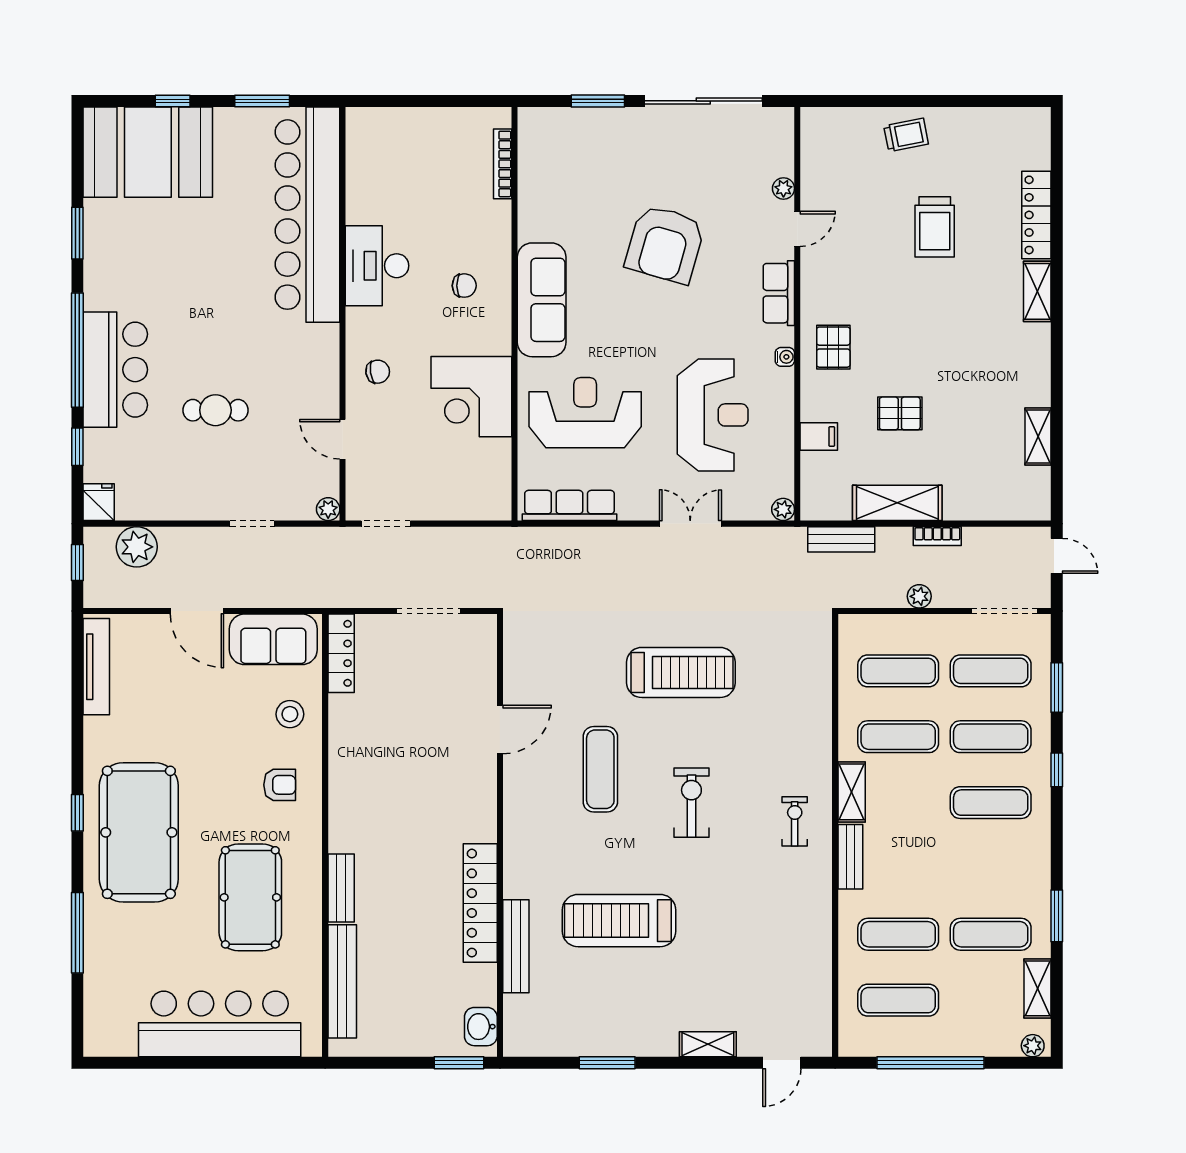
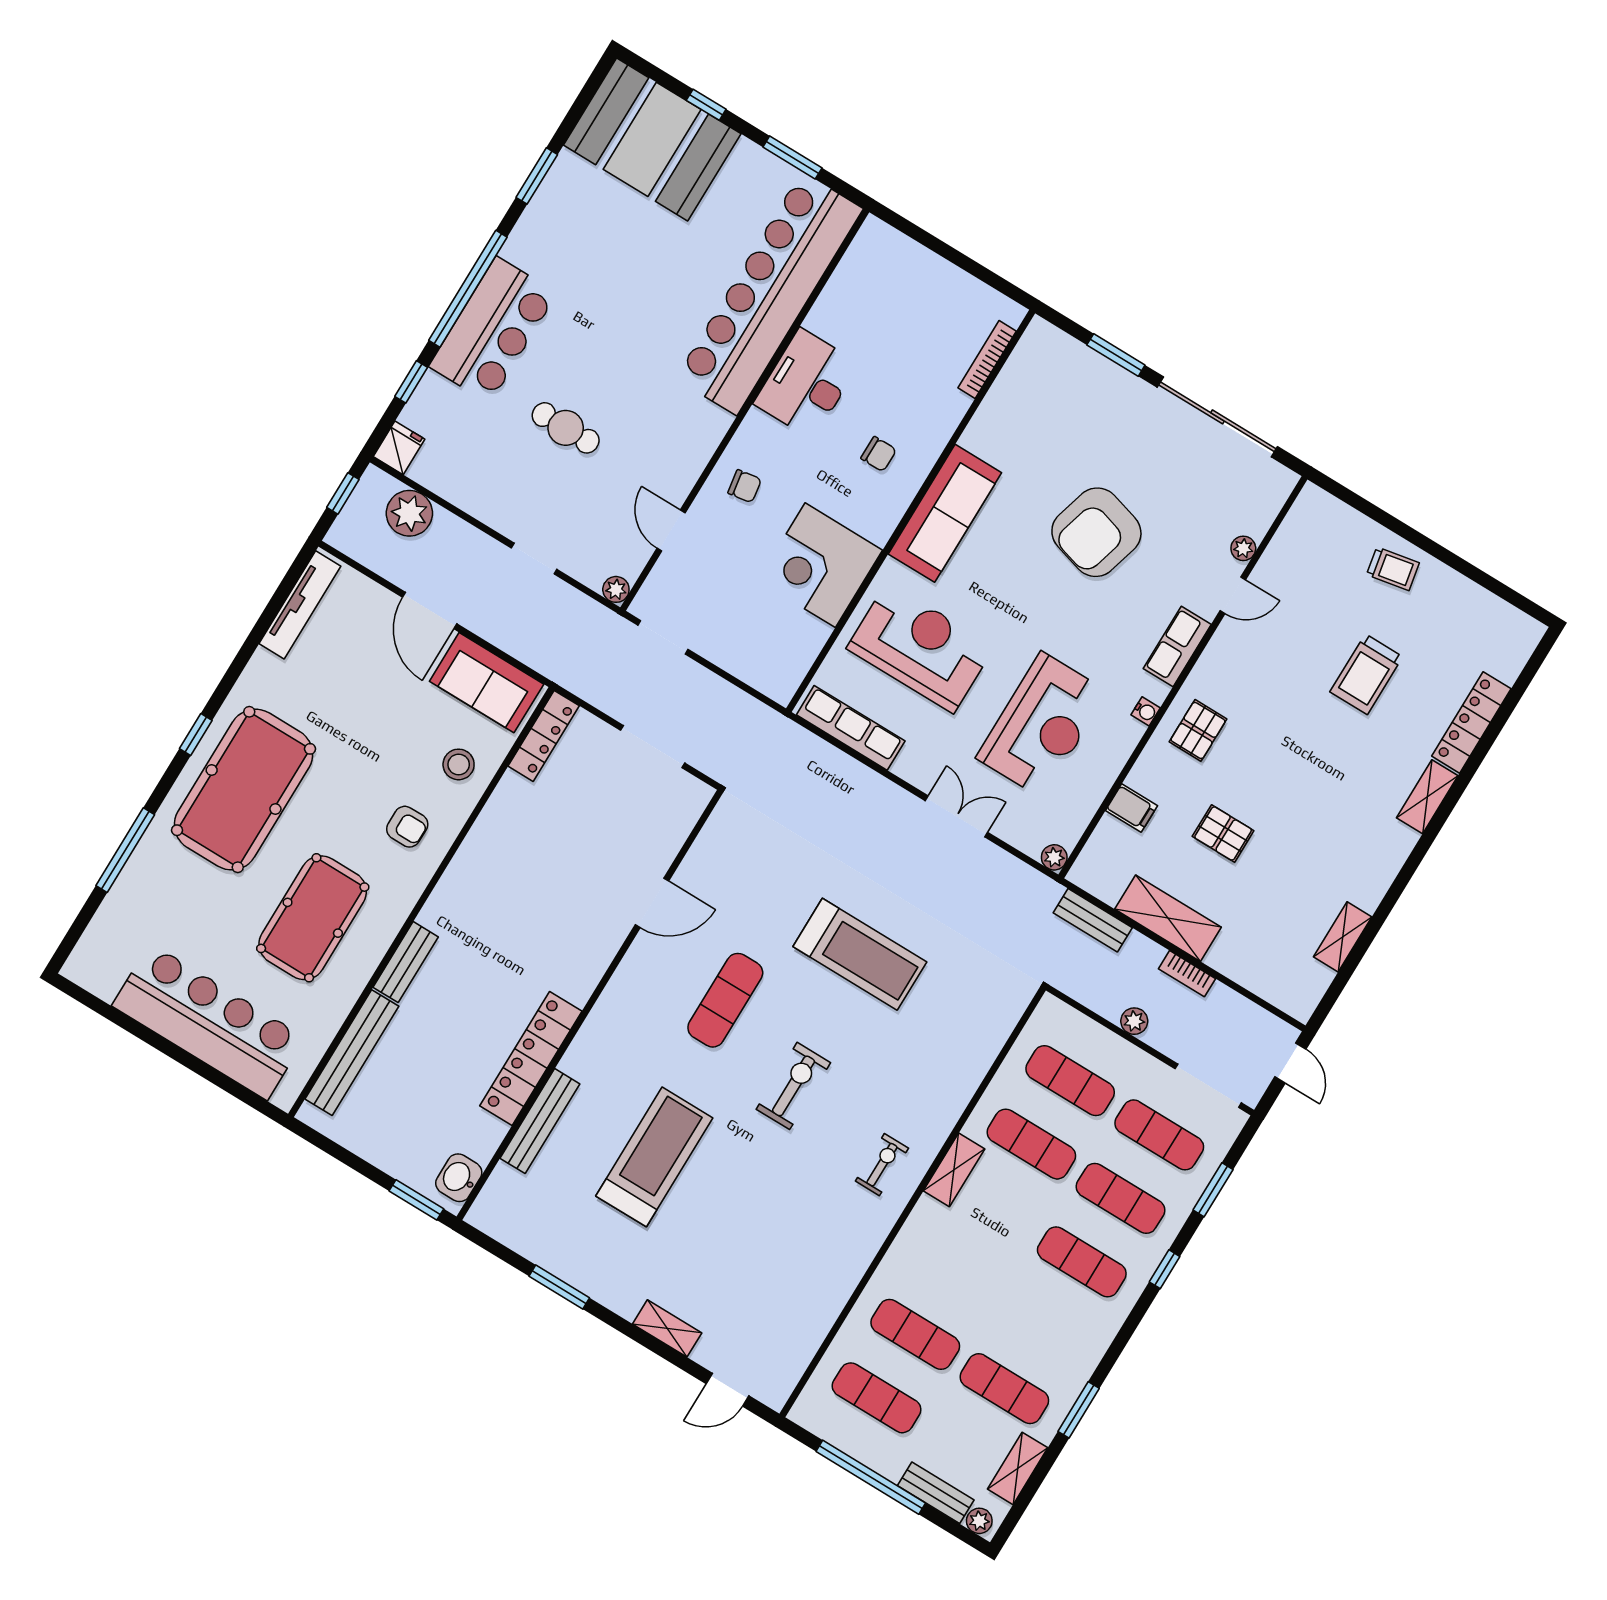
bench: (850, 857) -> (936, 1493), moved, turned 90
treadmill: (619, 921) -> (654, 1157), turned 90

